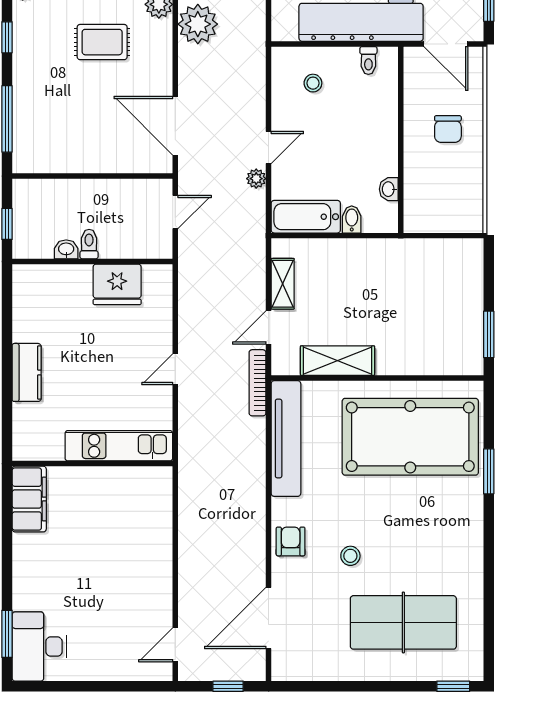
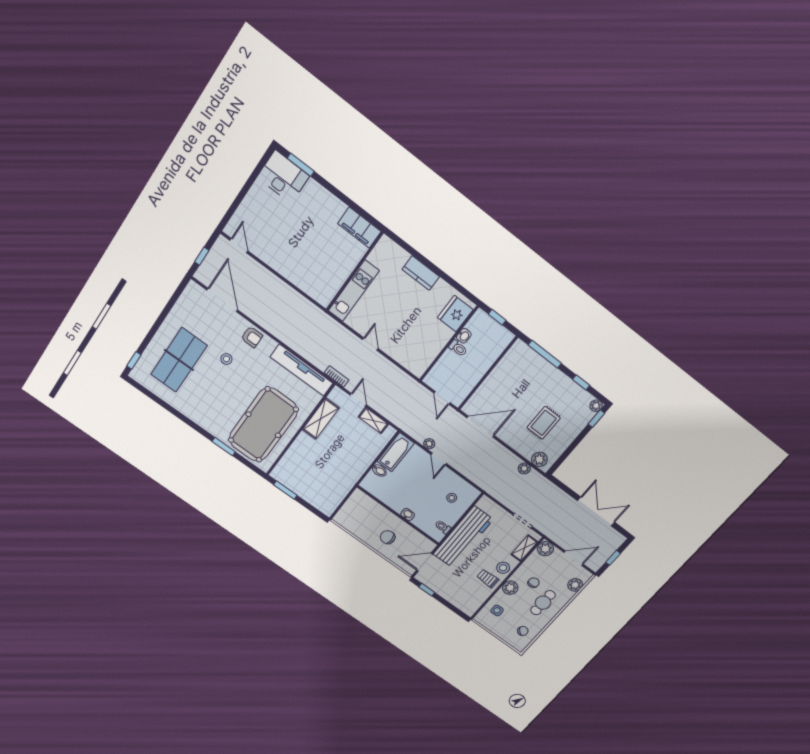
plant: (198, 24) -> (524, 468), width x0.53, depth x0.53
washbasin: (389, 189) -> (408, 514), moved
fridge: (117, 284) -> (455, 314), moved
bookcase: (258, 383) -> (337, 376), width x0.64

